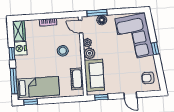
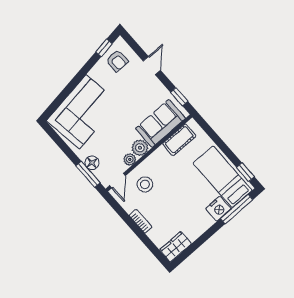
nightstand: (20, 48) -> (218, 209), moved
window: (155, 49) -> (104, 48), moved
stool: (63, 51) -> (145, 184), moved
window: (12, 54) -> (207, 235), removed

